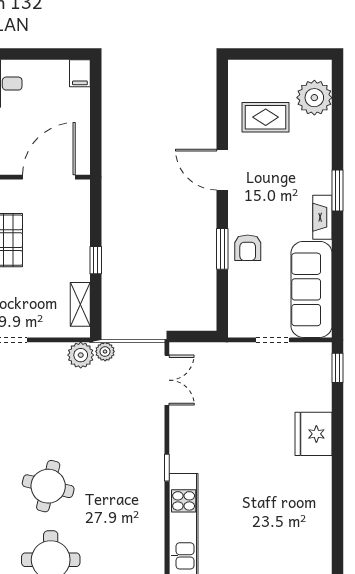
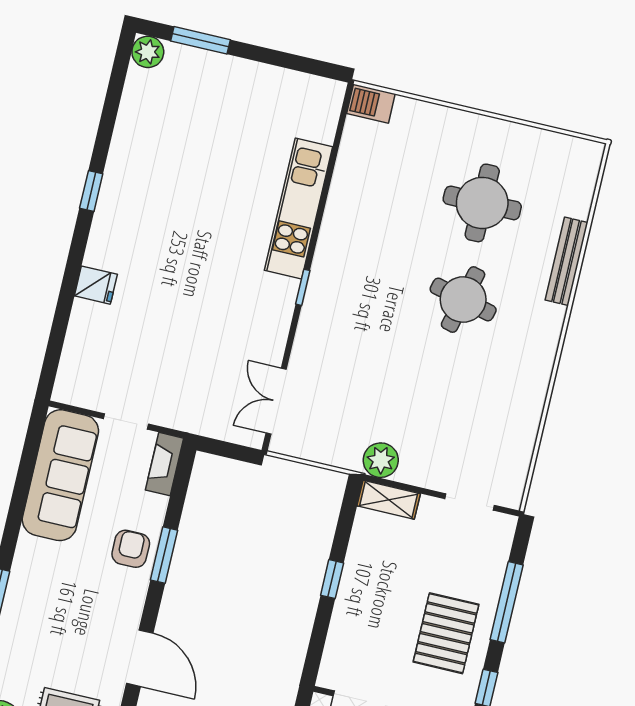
fireplace: (322, 217) -> (165, 464), moved, turned 180
shelving: (80, 304) -> (389, 500), moved, turned 90
plant: (105, 352) -> (348, 457), removed
window: (338, 368) -> (91, 191), moved
fridge: (313, 434) -> (96, 285), width x0.53, depth x0.75

